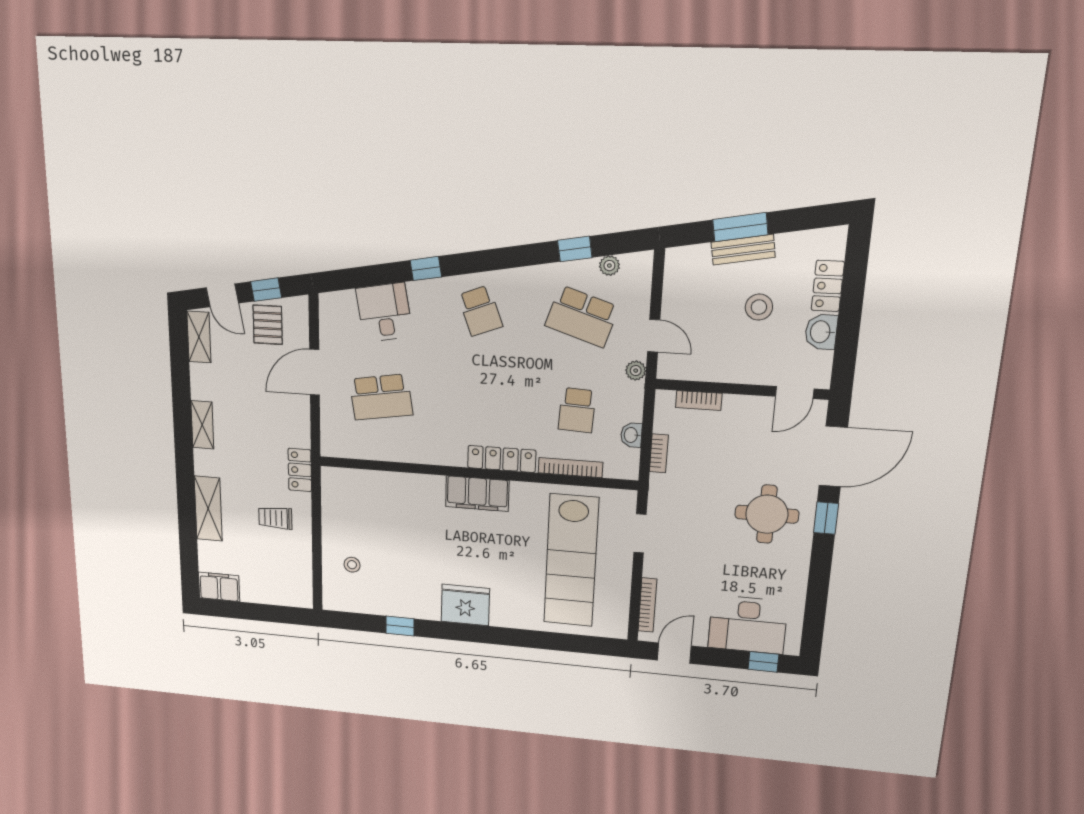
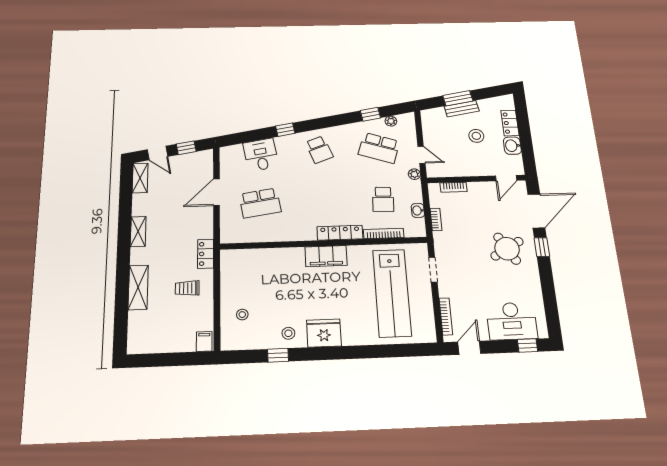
pallet: (268, 325) -> (186, 167), removed
round table: (767, 514) -> (507, 249), turned -30
filing cabinet: (219, 587) -> (204, 341), moved, width x0.50
stool: (415, 599) -> (288, 333), added

